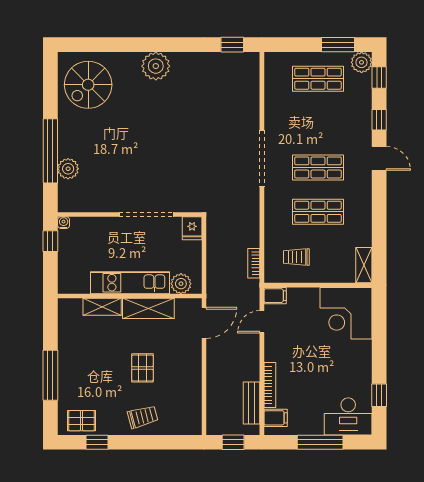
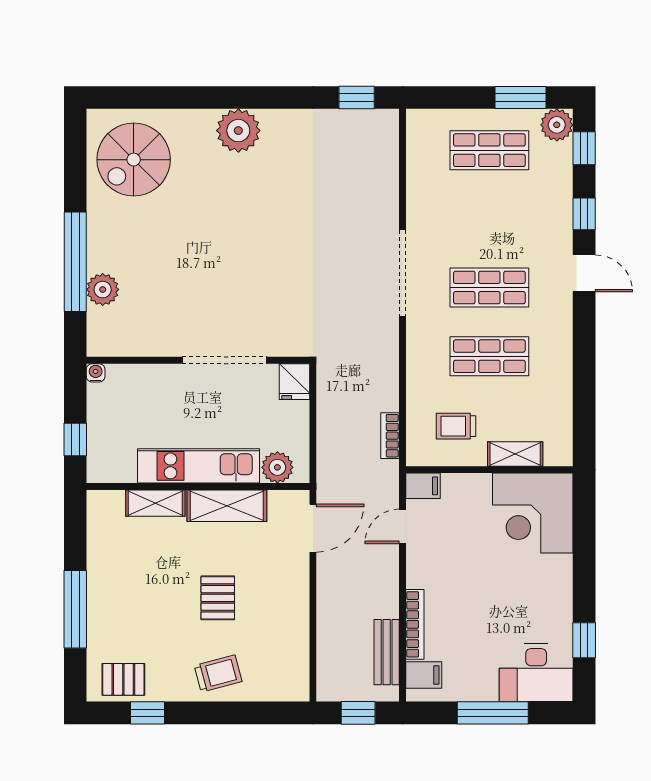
window: (50, 241) -> (75, 439), moved
shelving: (364, 265) -> (515, 454), moved, turned 90

